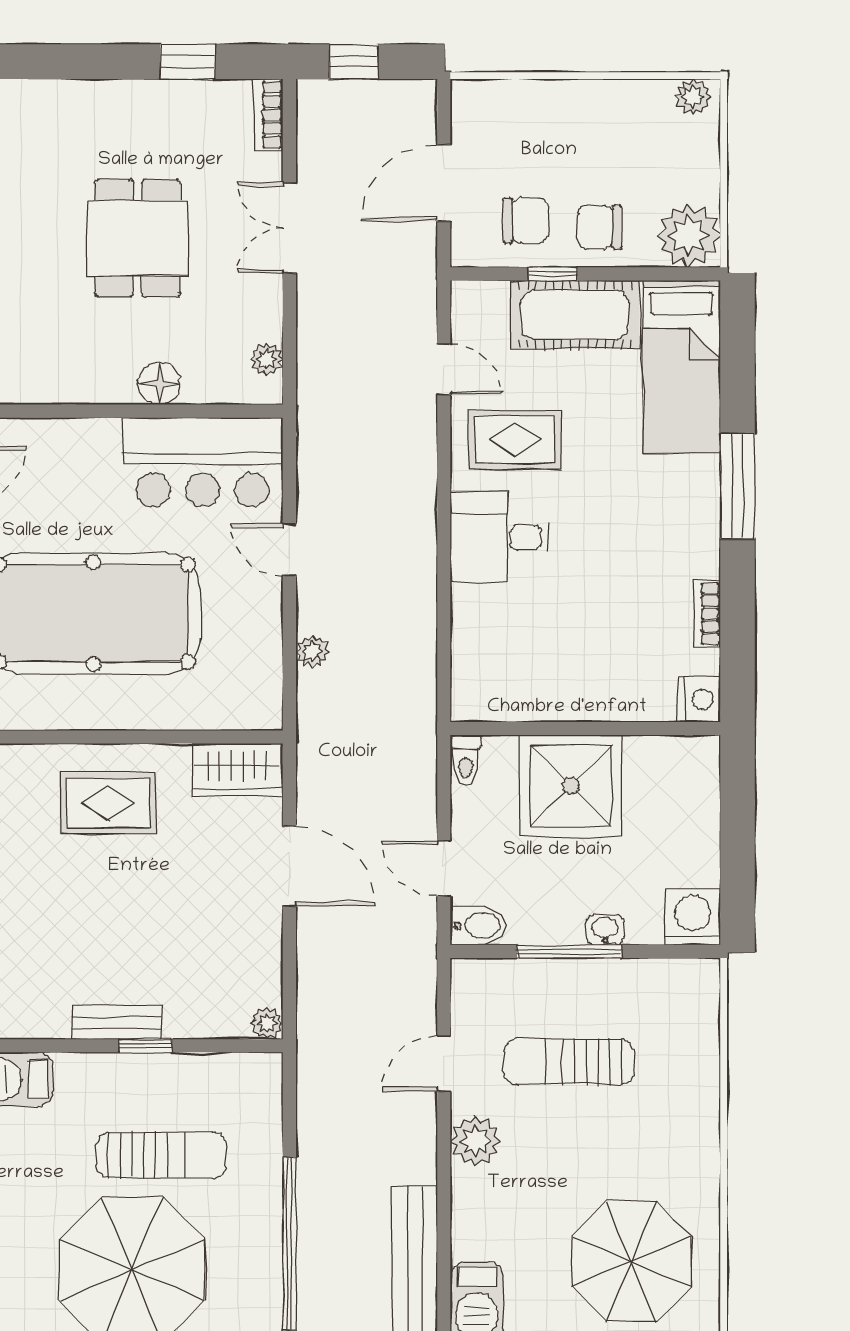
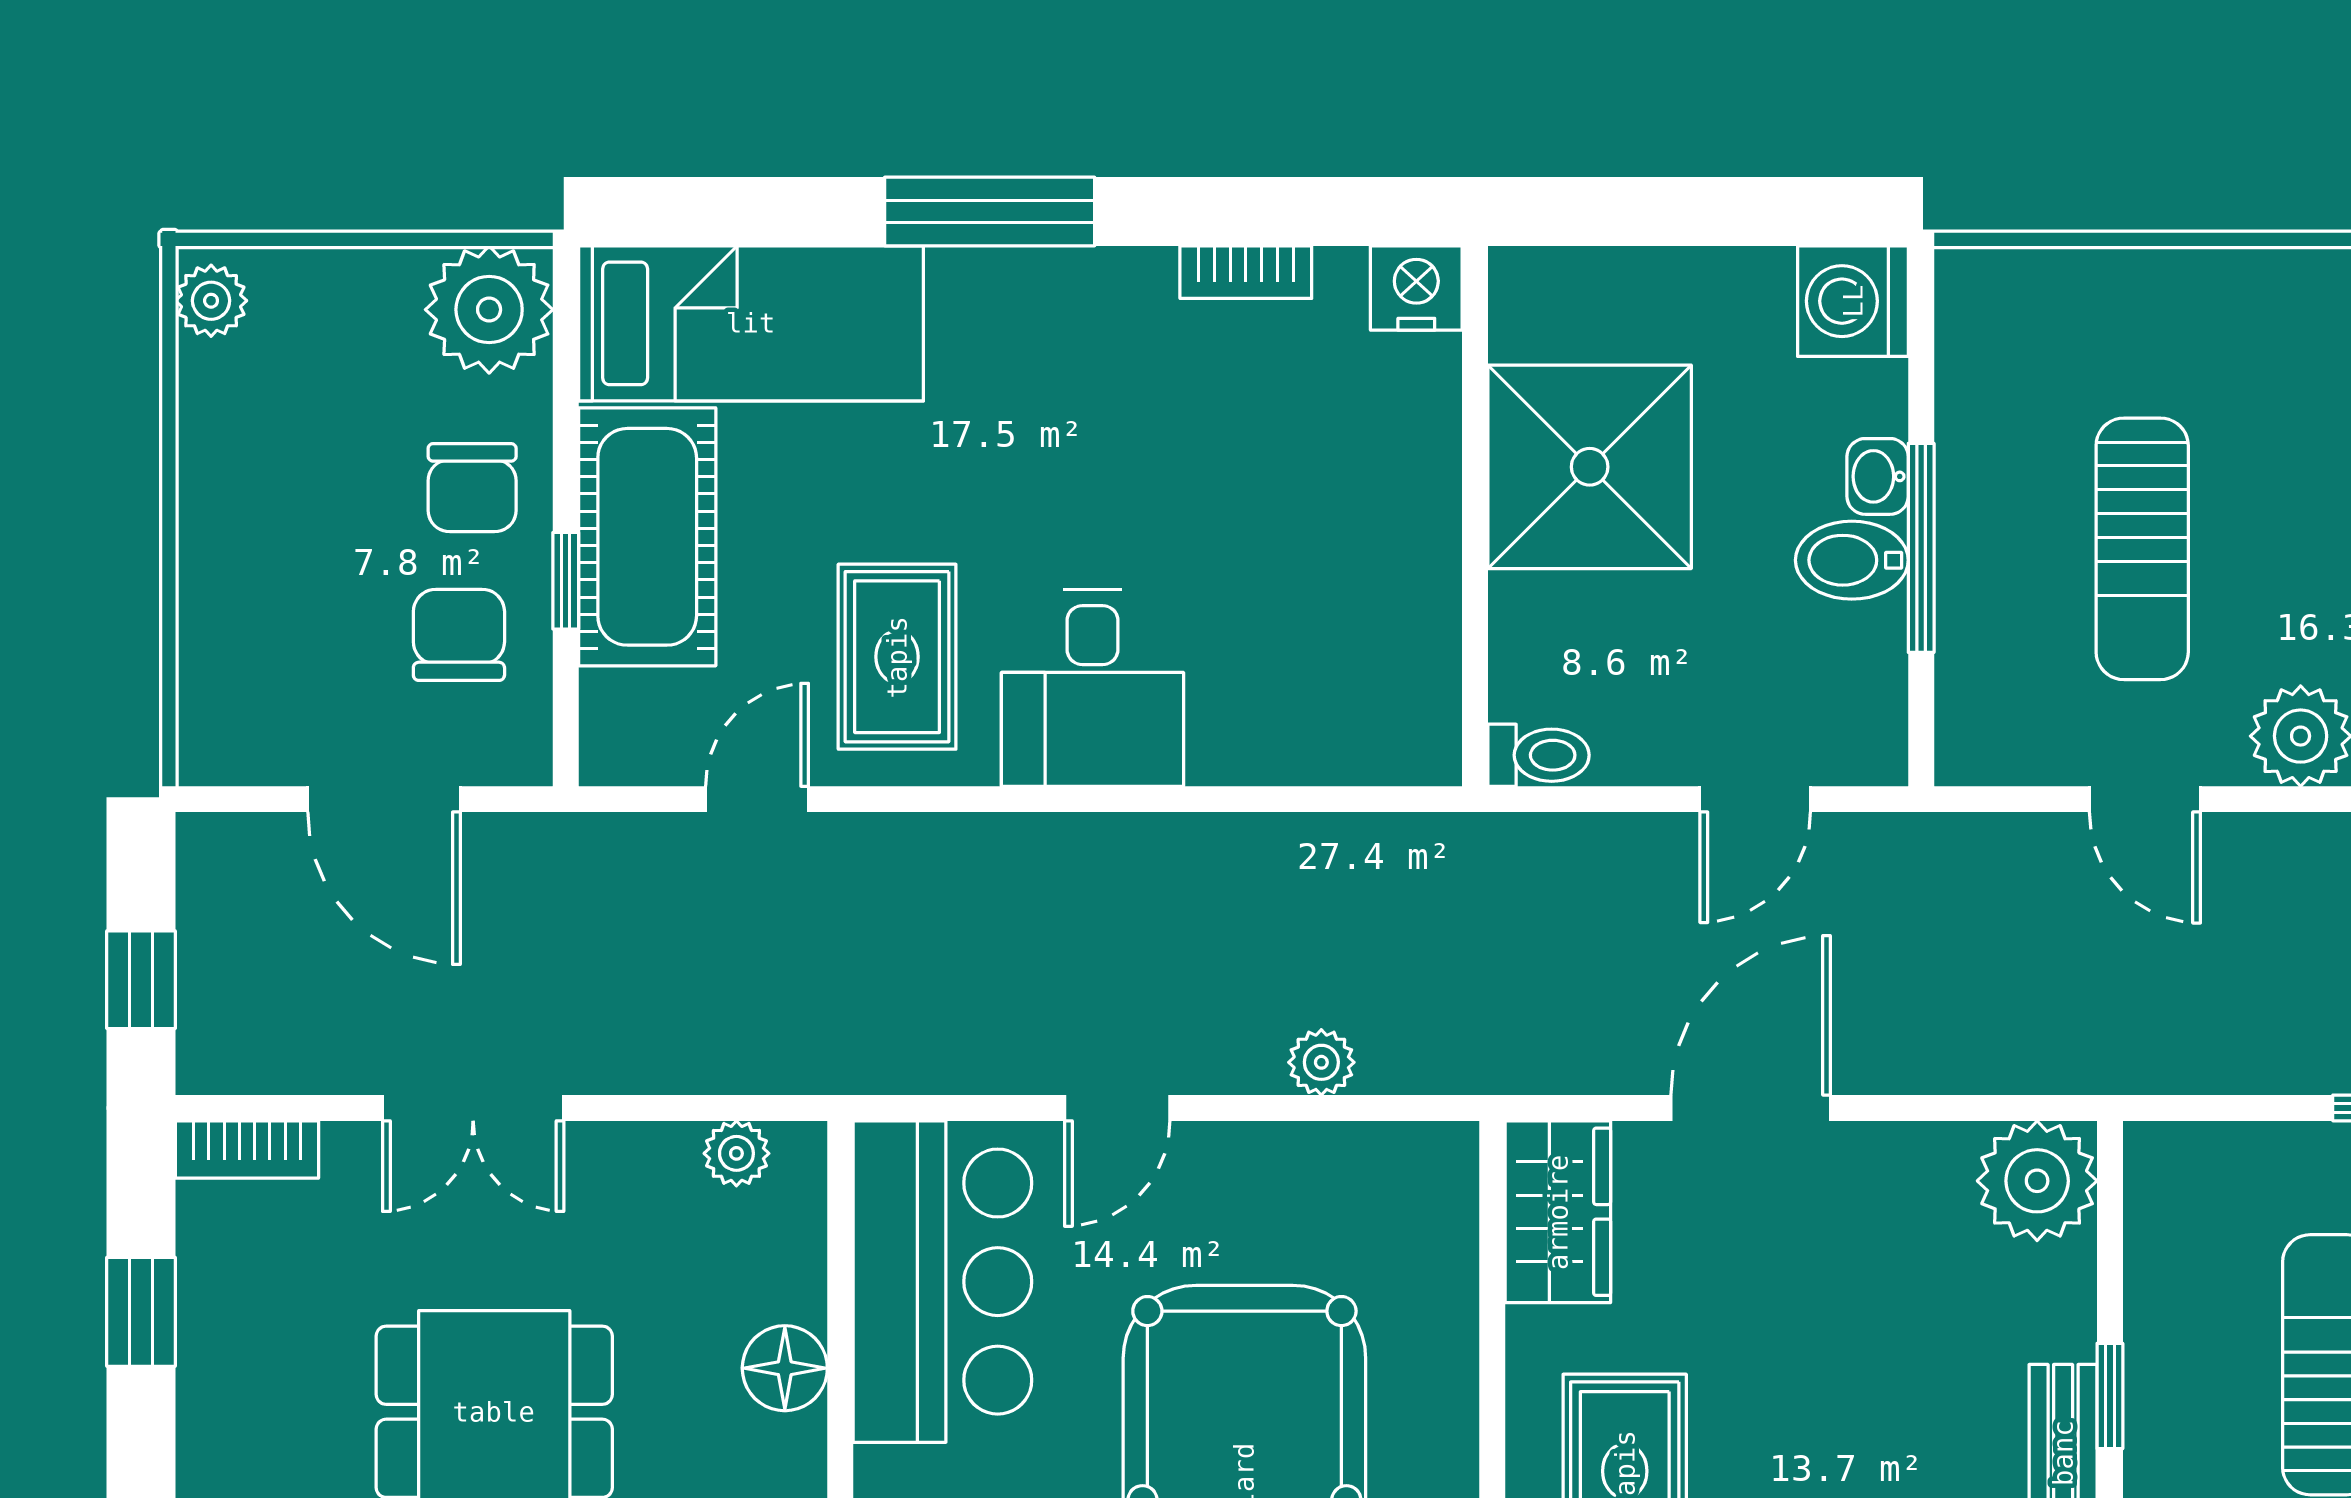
shower: (571, 786) -> (1590, 467), moved
bidet: (478, 925) -> (1852, 560), moved, turned -90
plant: (267, 1023) -> (2037, 1181), width x1.87, depth x1.87

